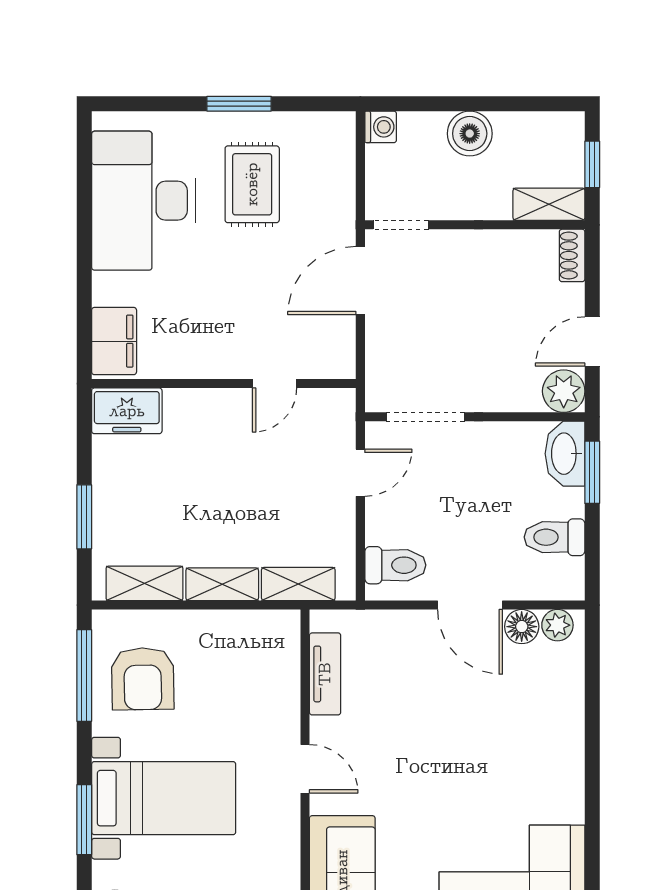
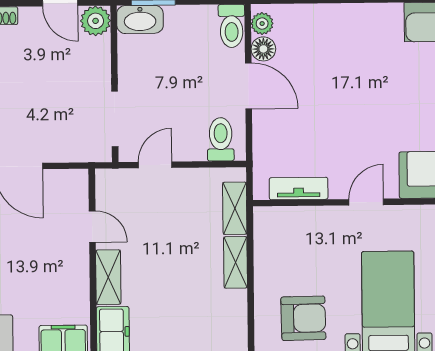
door: (360, 473) -> (155, 165), hinge flipped
toilet: (555, 537) -> (232, 26), moved
shelving: (145, 583) -> (108, 277), moved
door: (470, 605) -> (248, 86), hinge flipped

